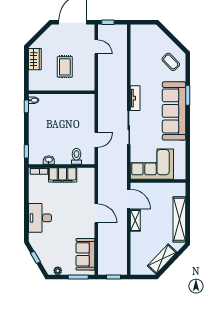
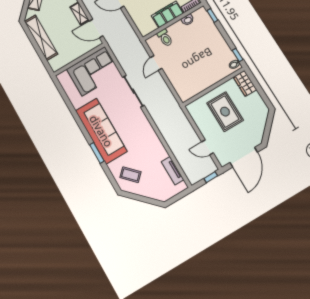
wardrobe: (35, 59) -> (245, 83), moved
rug: (65, 67) -> (225, 112), width x1.36, depth x1.43
tv unit: (135, 98) -> (173, 171), moved

